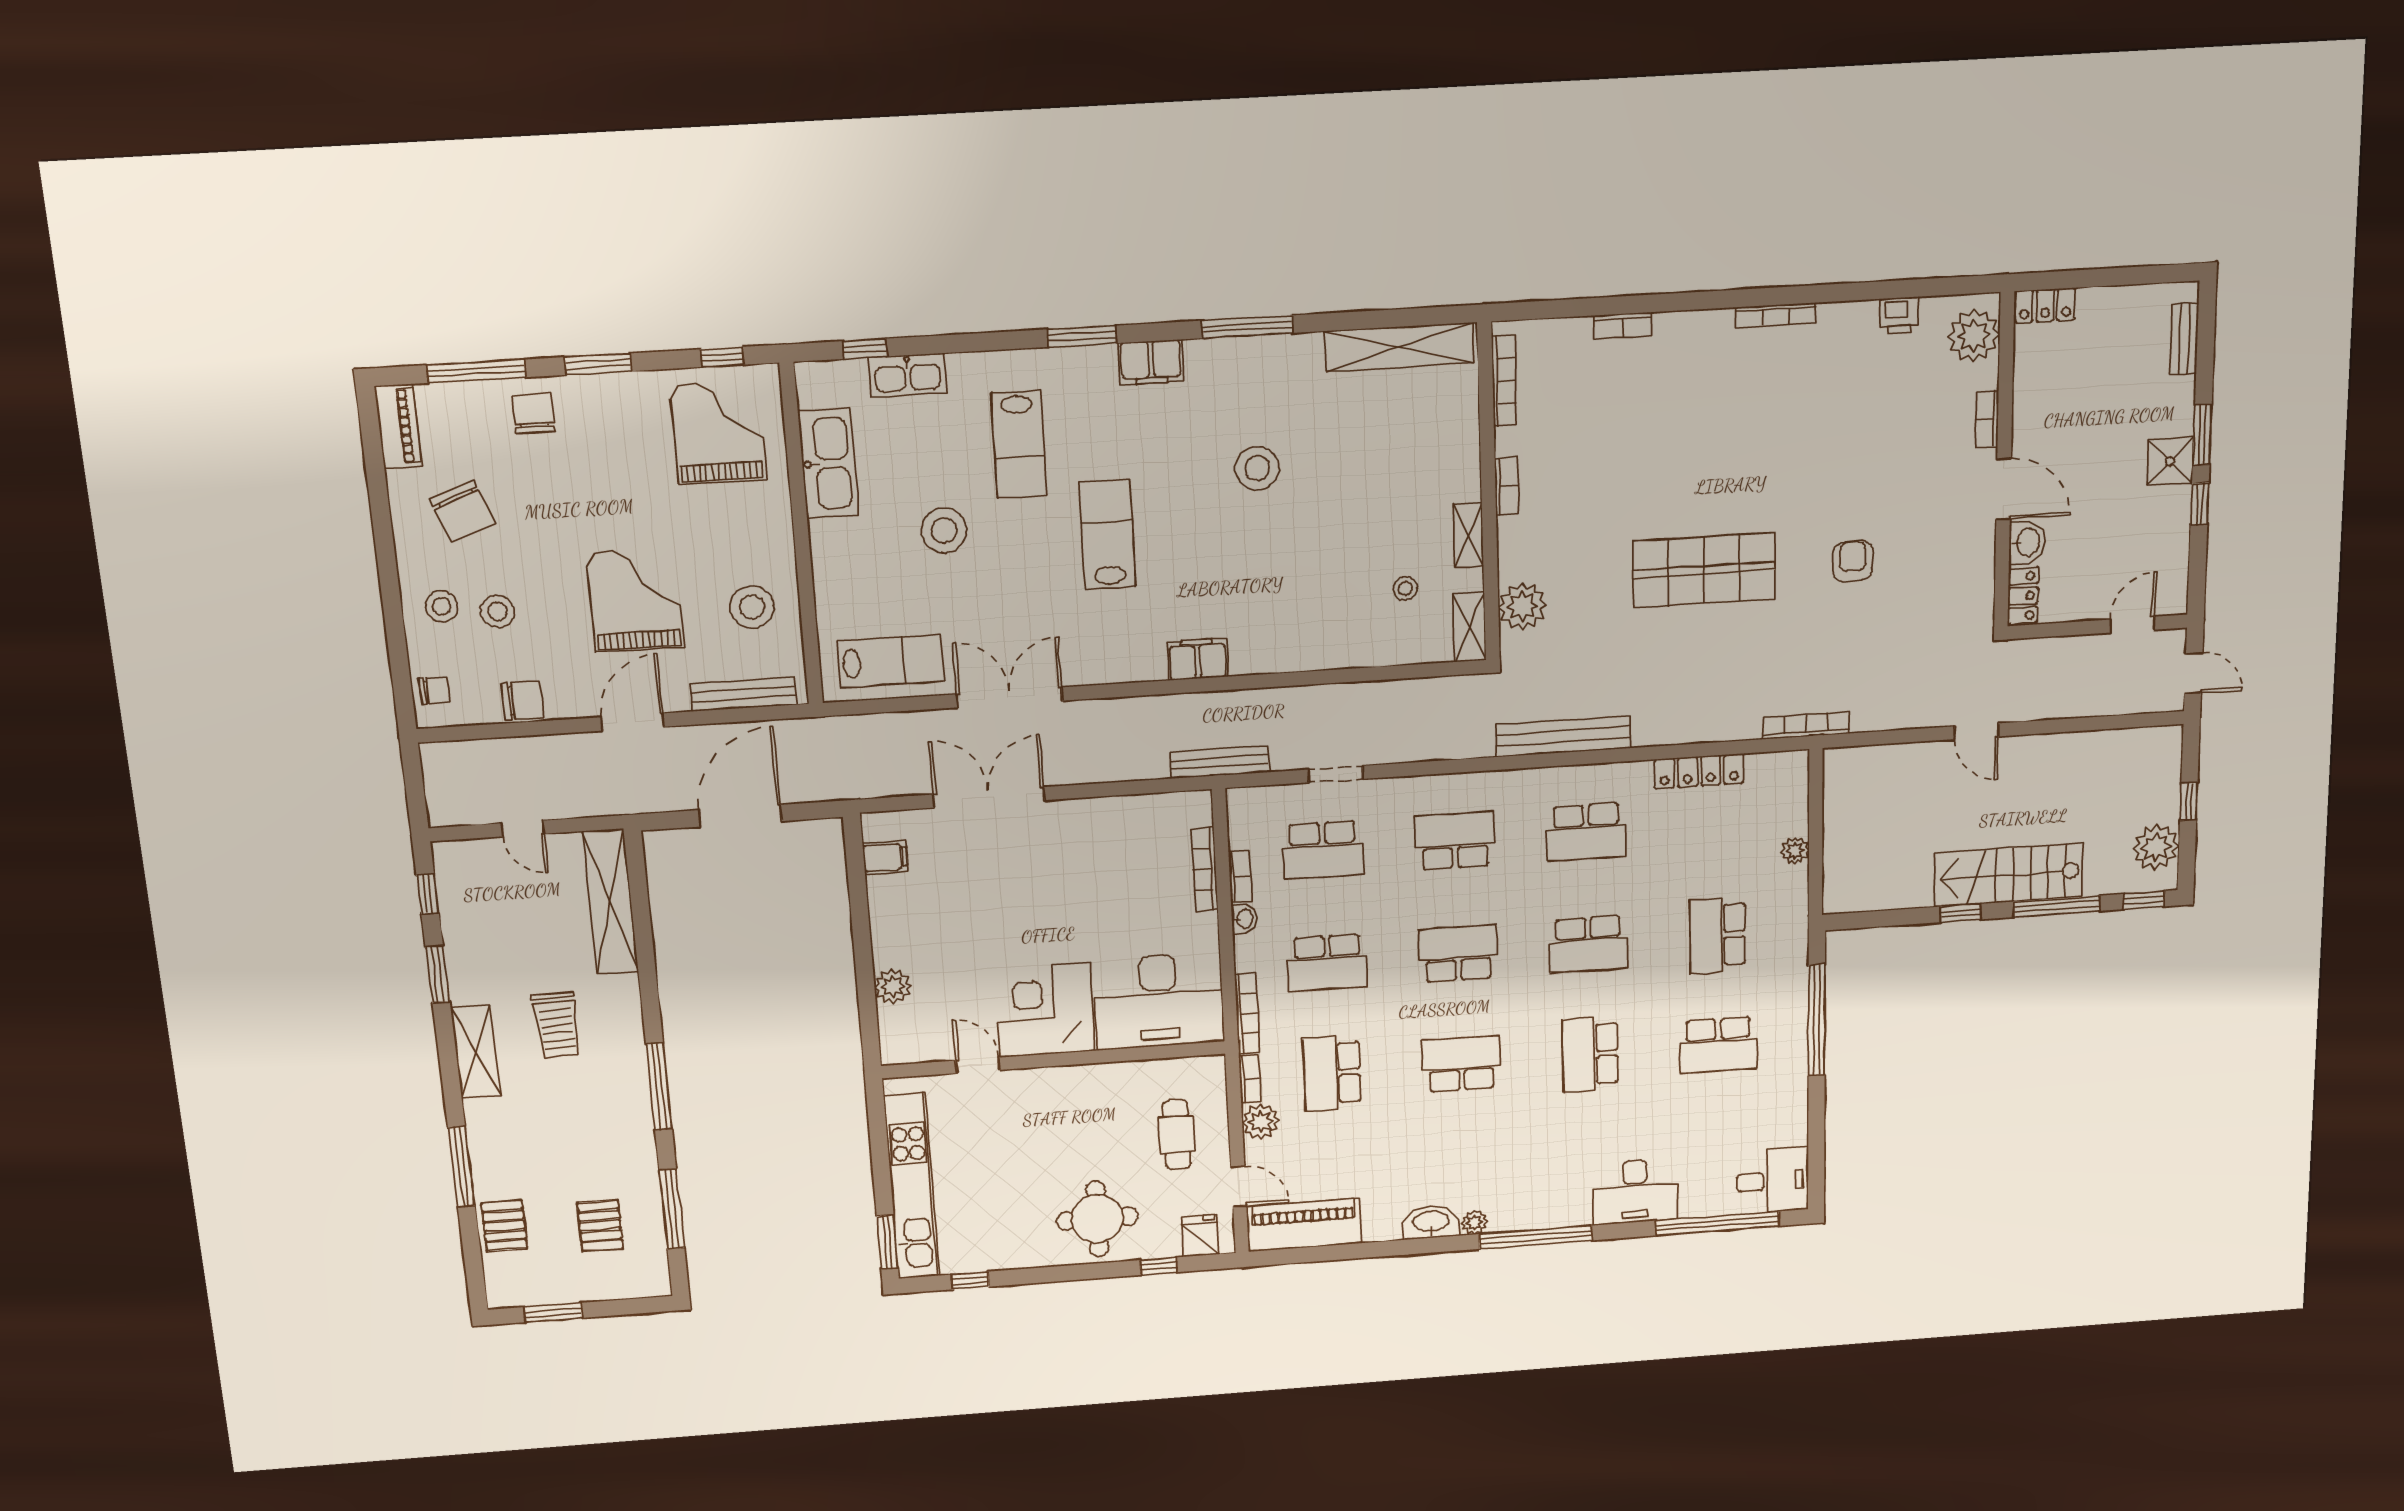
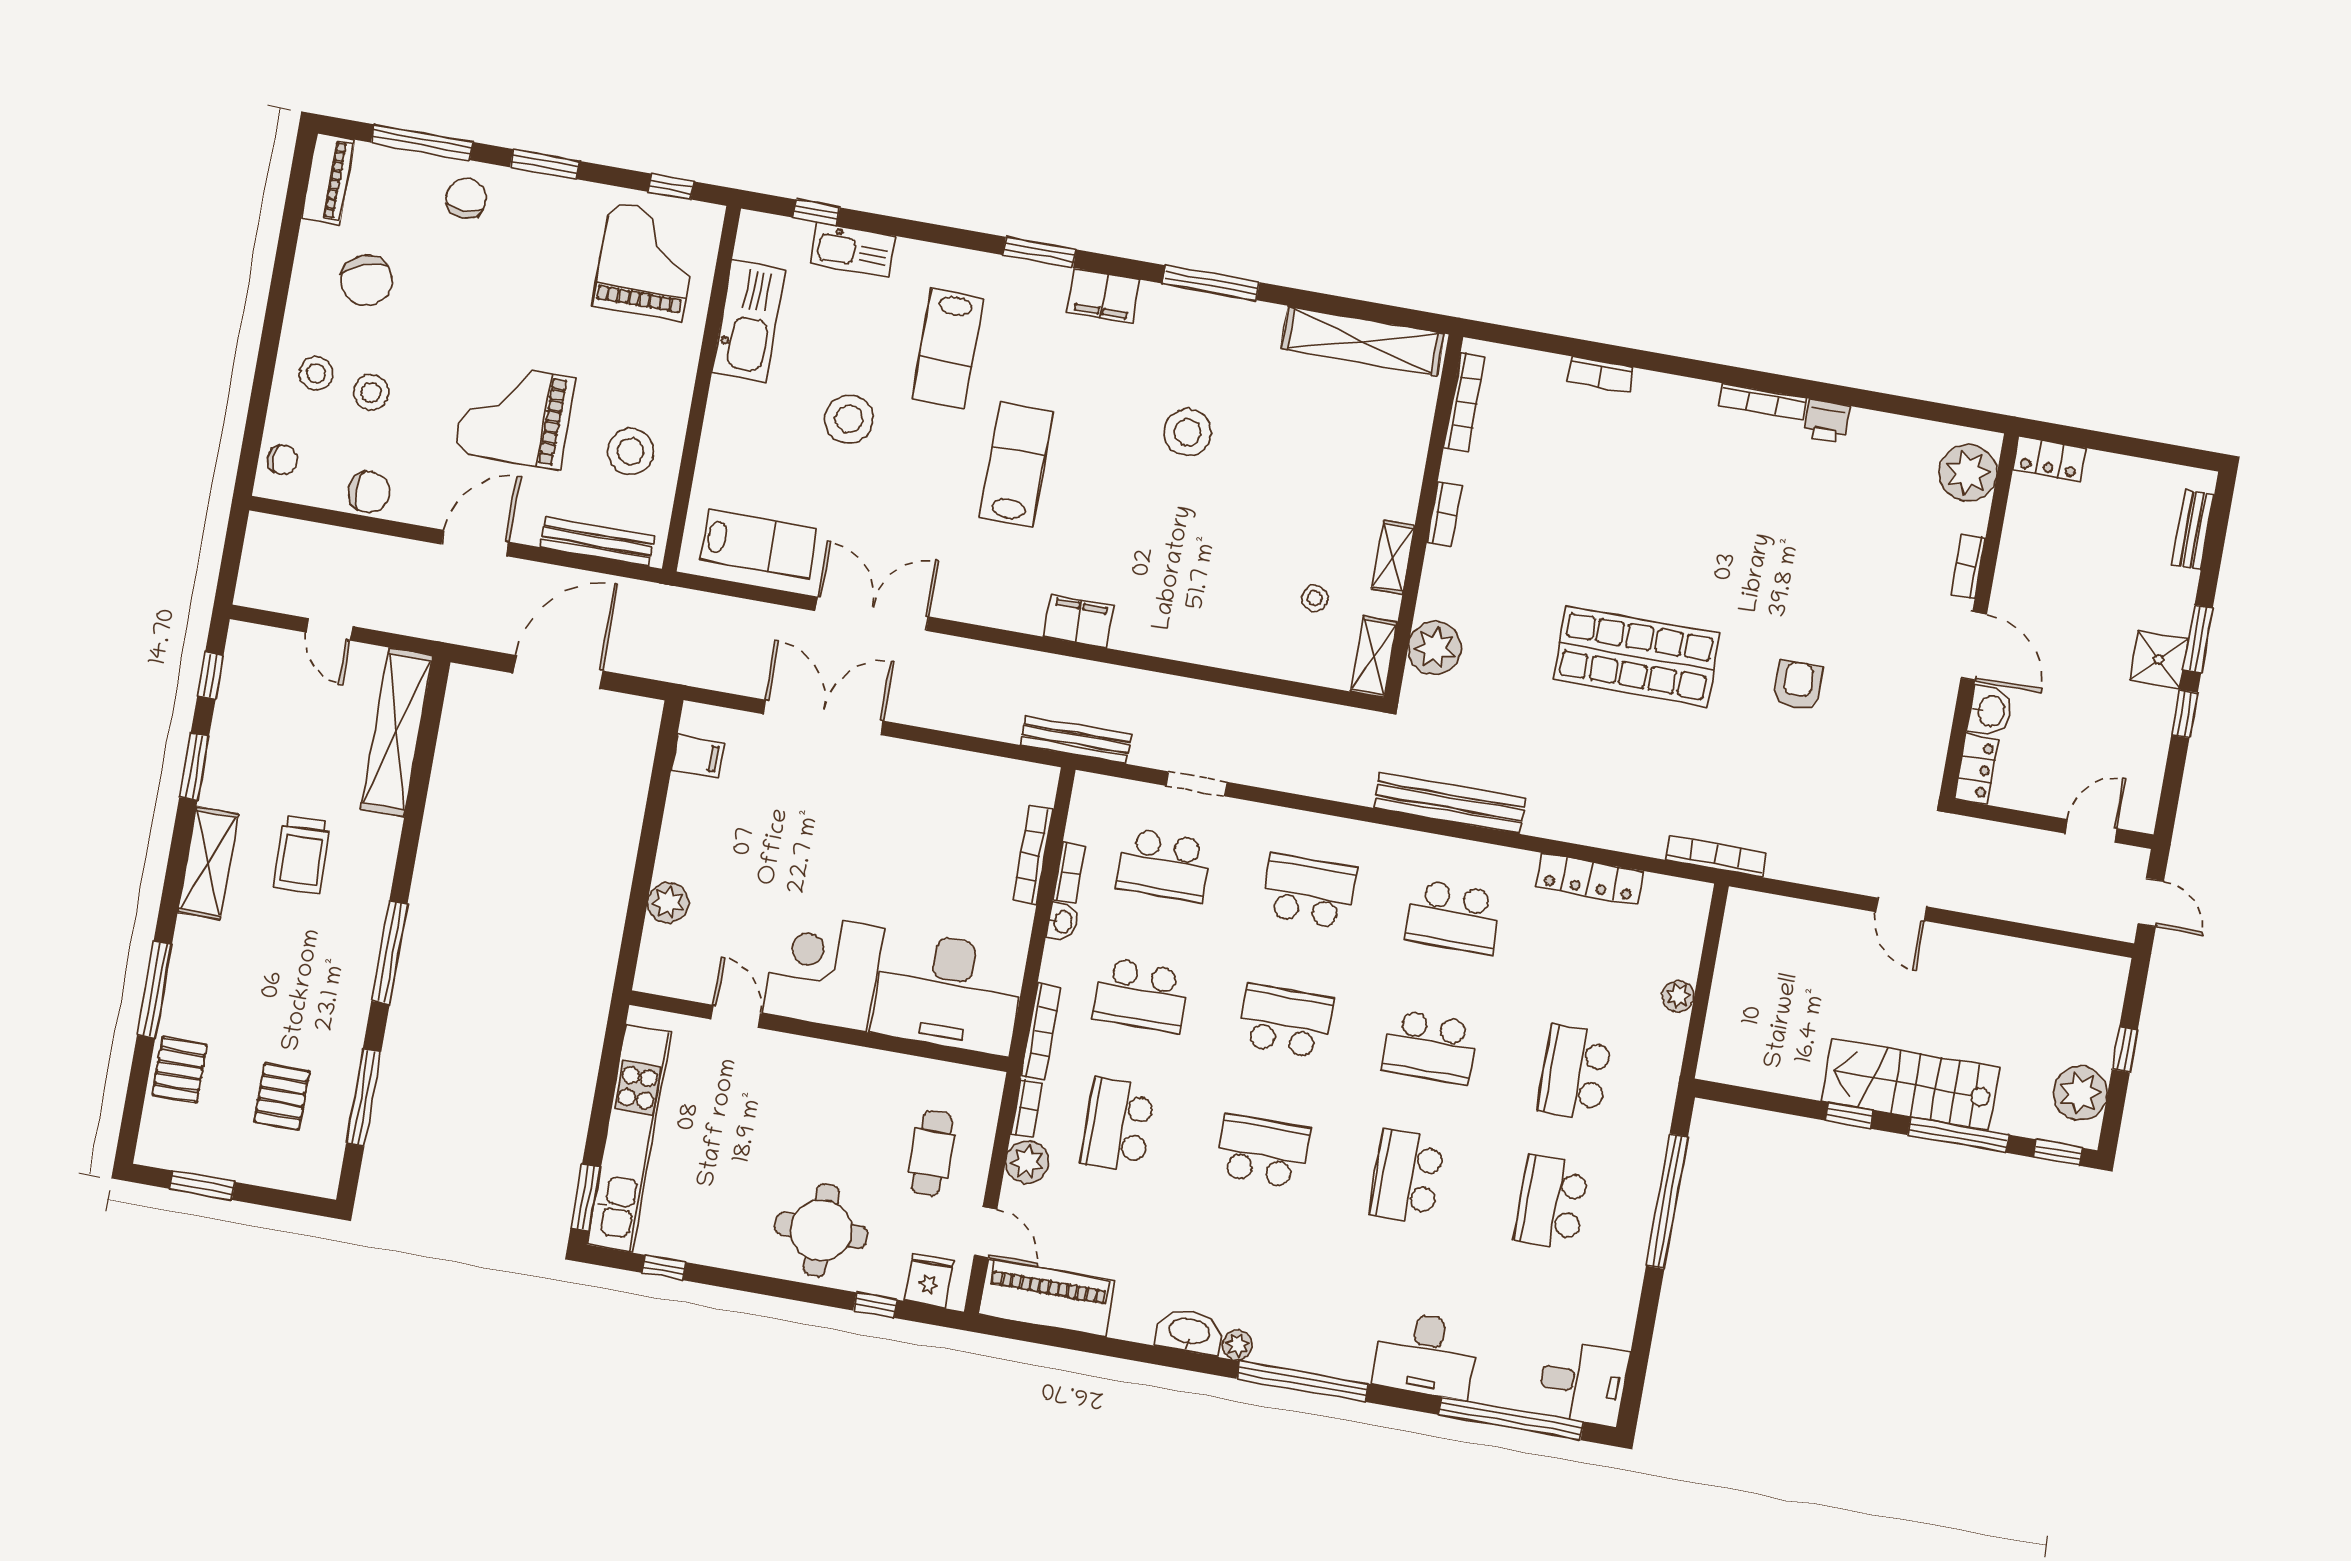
printer: (1899, 315) -> (1827, 421), moved
grand piano: (635, 600) -> (514, 415), turned -90
school desk: (1718, 1045) -> (1552, 1202), turned 90

